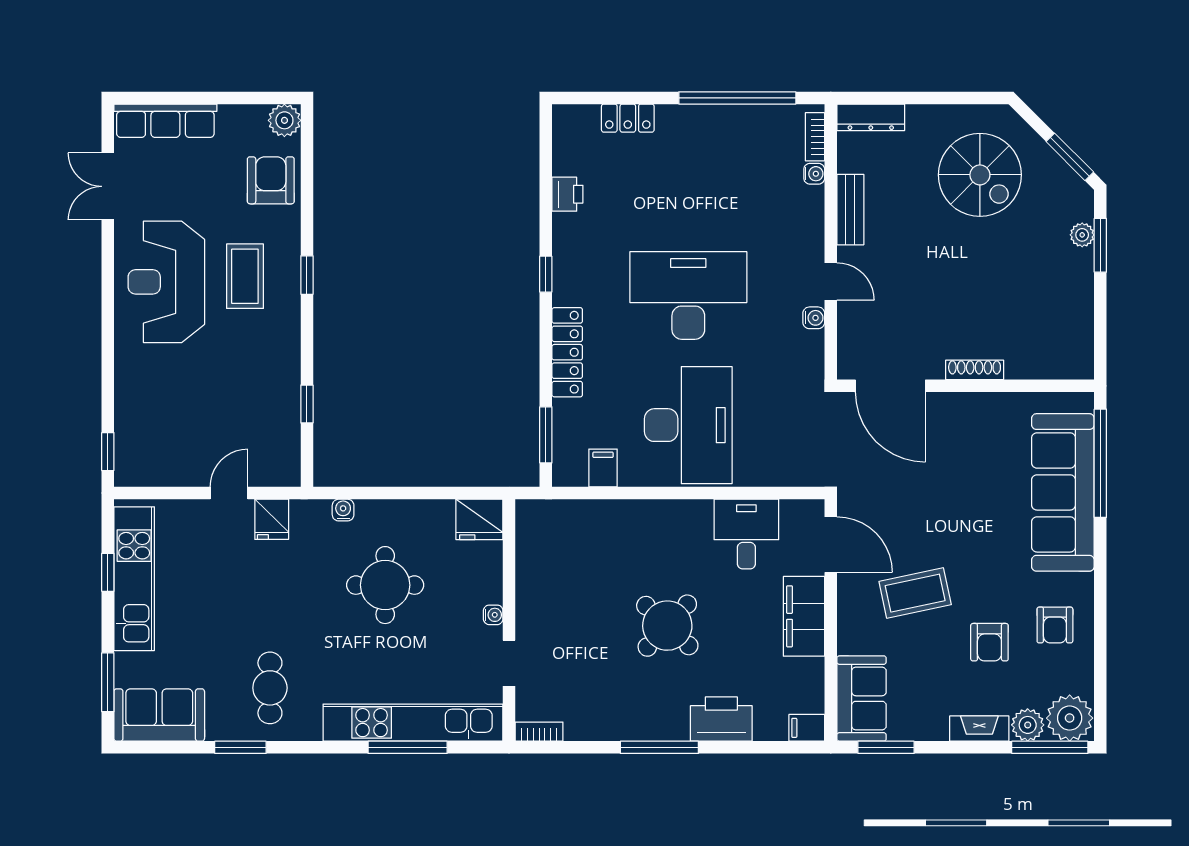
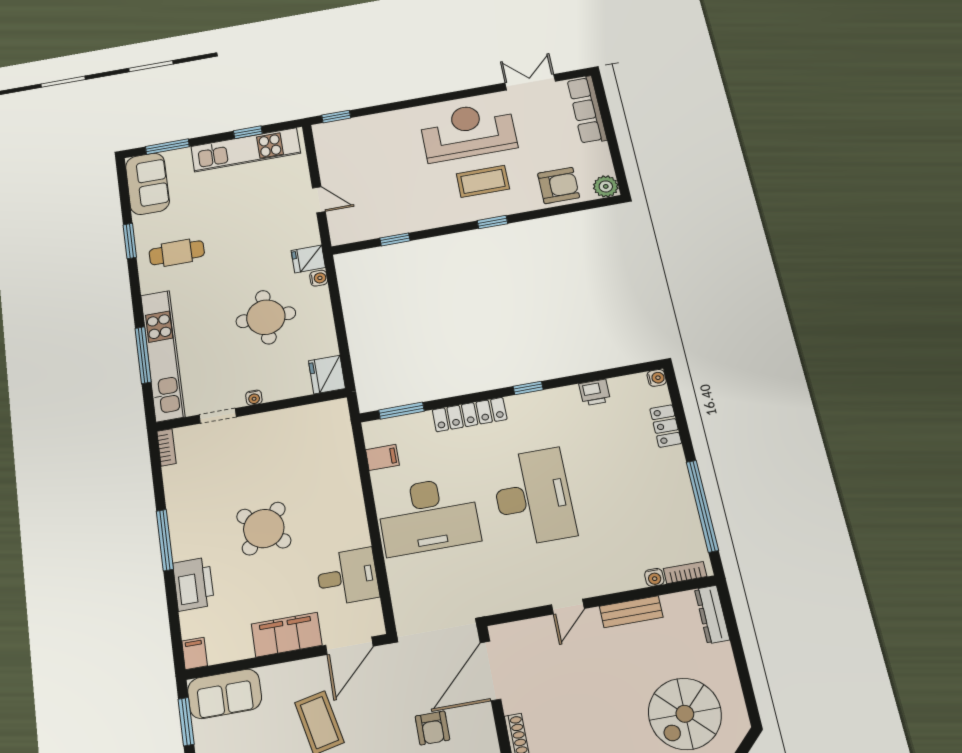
water cooler: (814, 318) -> (657, 378), moved, turned -90
armchair: (945, 464) -> (432, 728), added
fridge: (272, 519) -> (308, 259), moved

